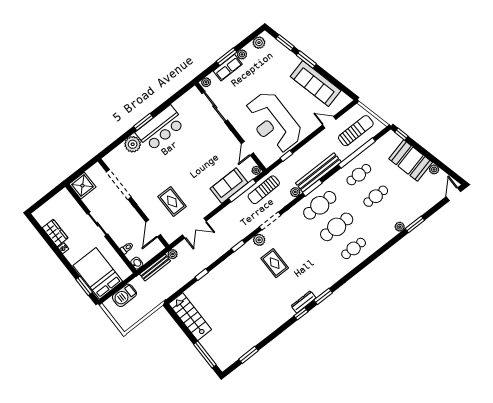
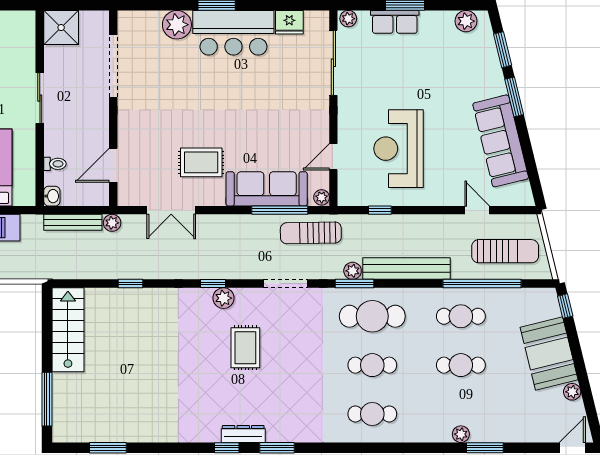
plant: (242, 54) -> (429, 19), removed
fridge: (181, 104) -> (289, 22), added
reception desk: (273, 122) -> (399, 149), width x0.74, depth x0.77
sofa: (229, 186) -> (267, 189), width x1.36
window: (312, 188) -> (354, 284), moved
rug: (172, 201) -> (201, 162), moved, turned 90
cafe table: (337, 227) -> (372, 365), width x0.73, depth x0.74
plant: (259, 240) -> (224, 298), moved

